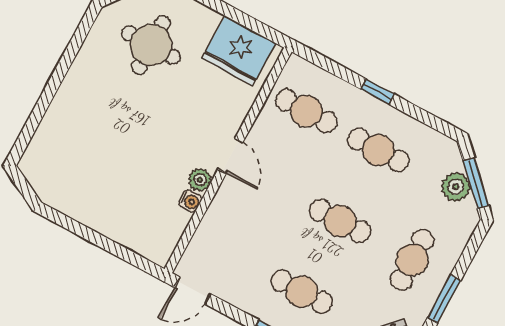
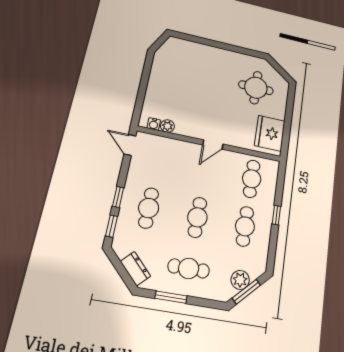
plant: (200, 180) -> (167, 126), moved
water cooler: (190, 201) -> (154, 124), moved

